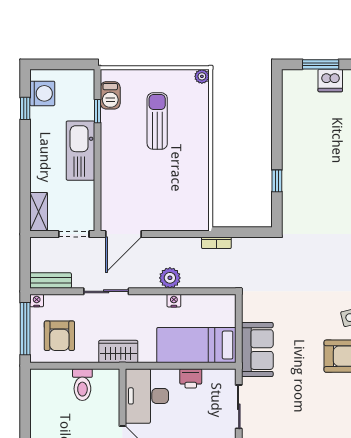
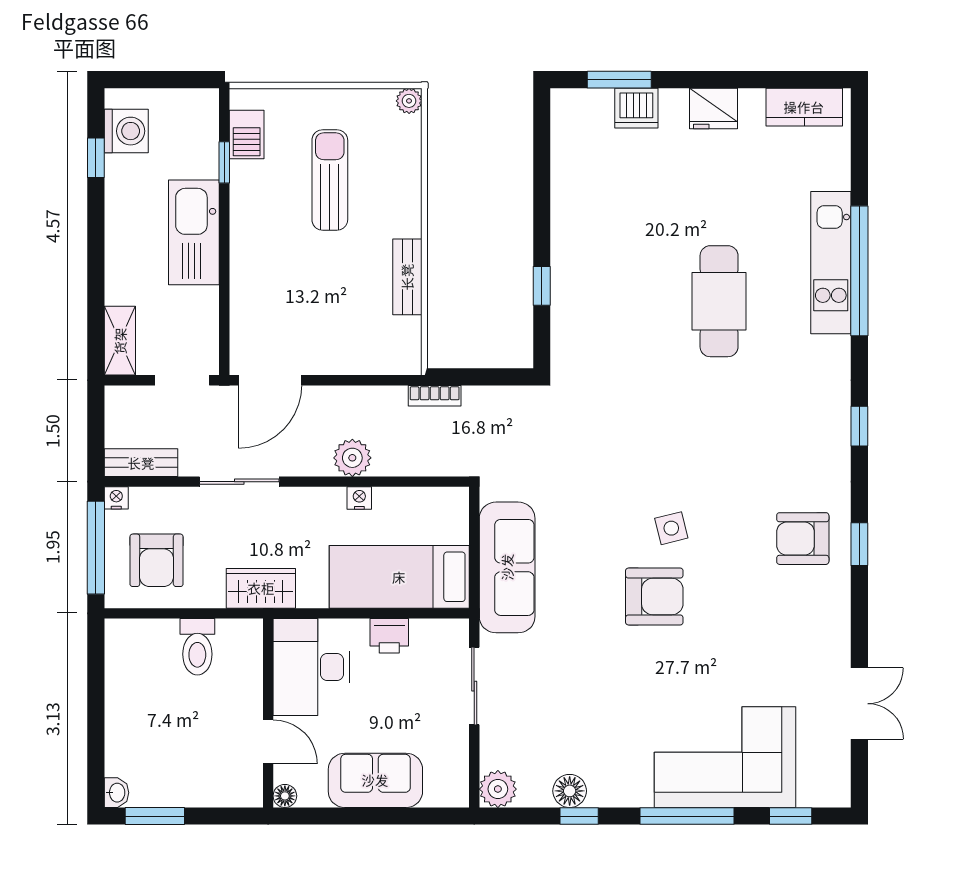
bench: (201, 176) -> (407, 277), added
sofa: (257, 350) -> (507, 567), width x1.36

